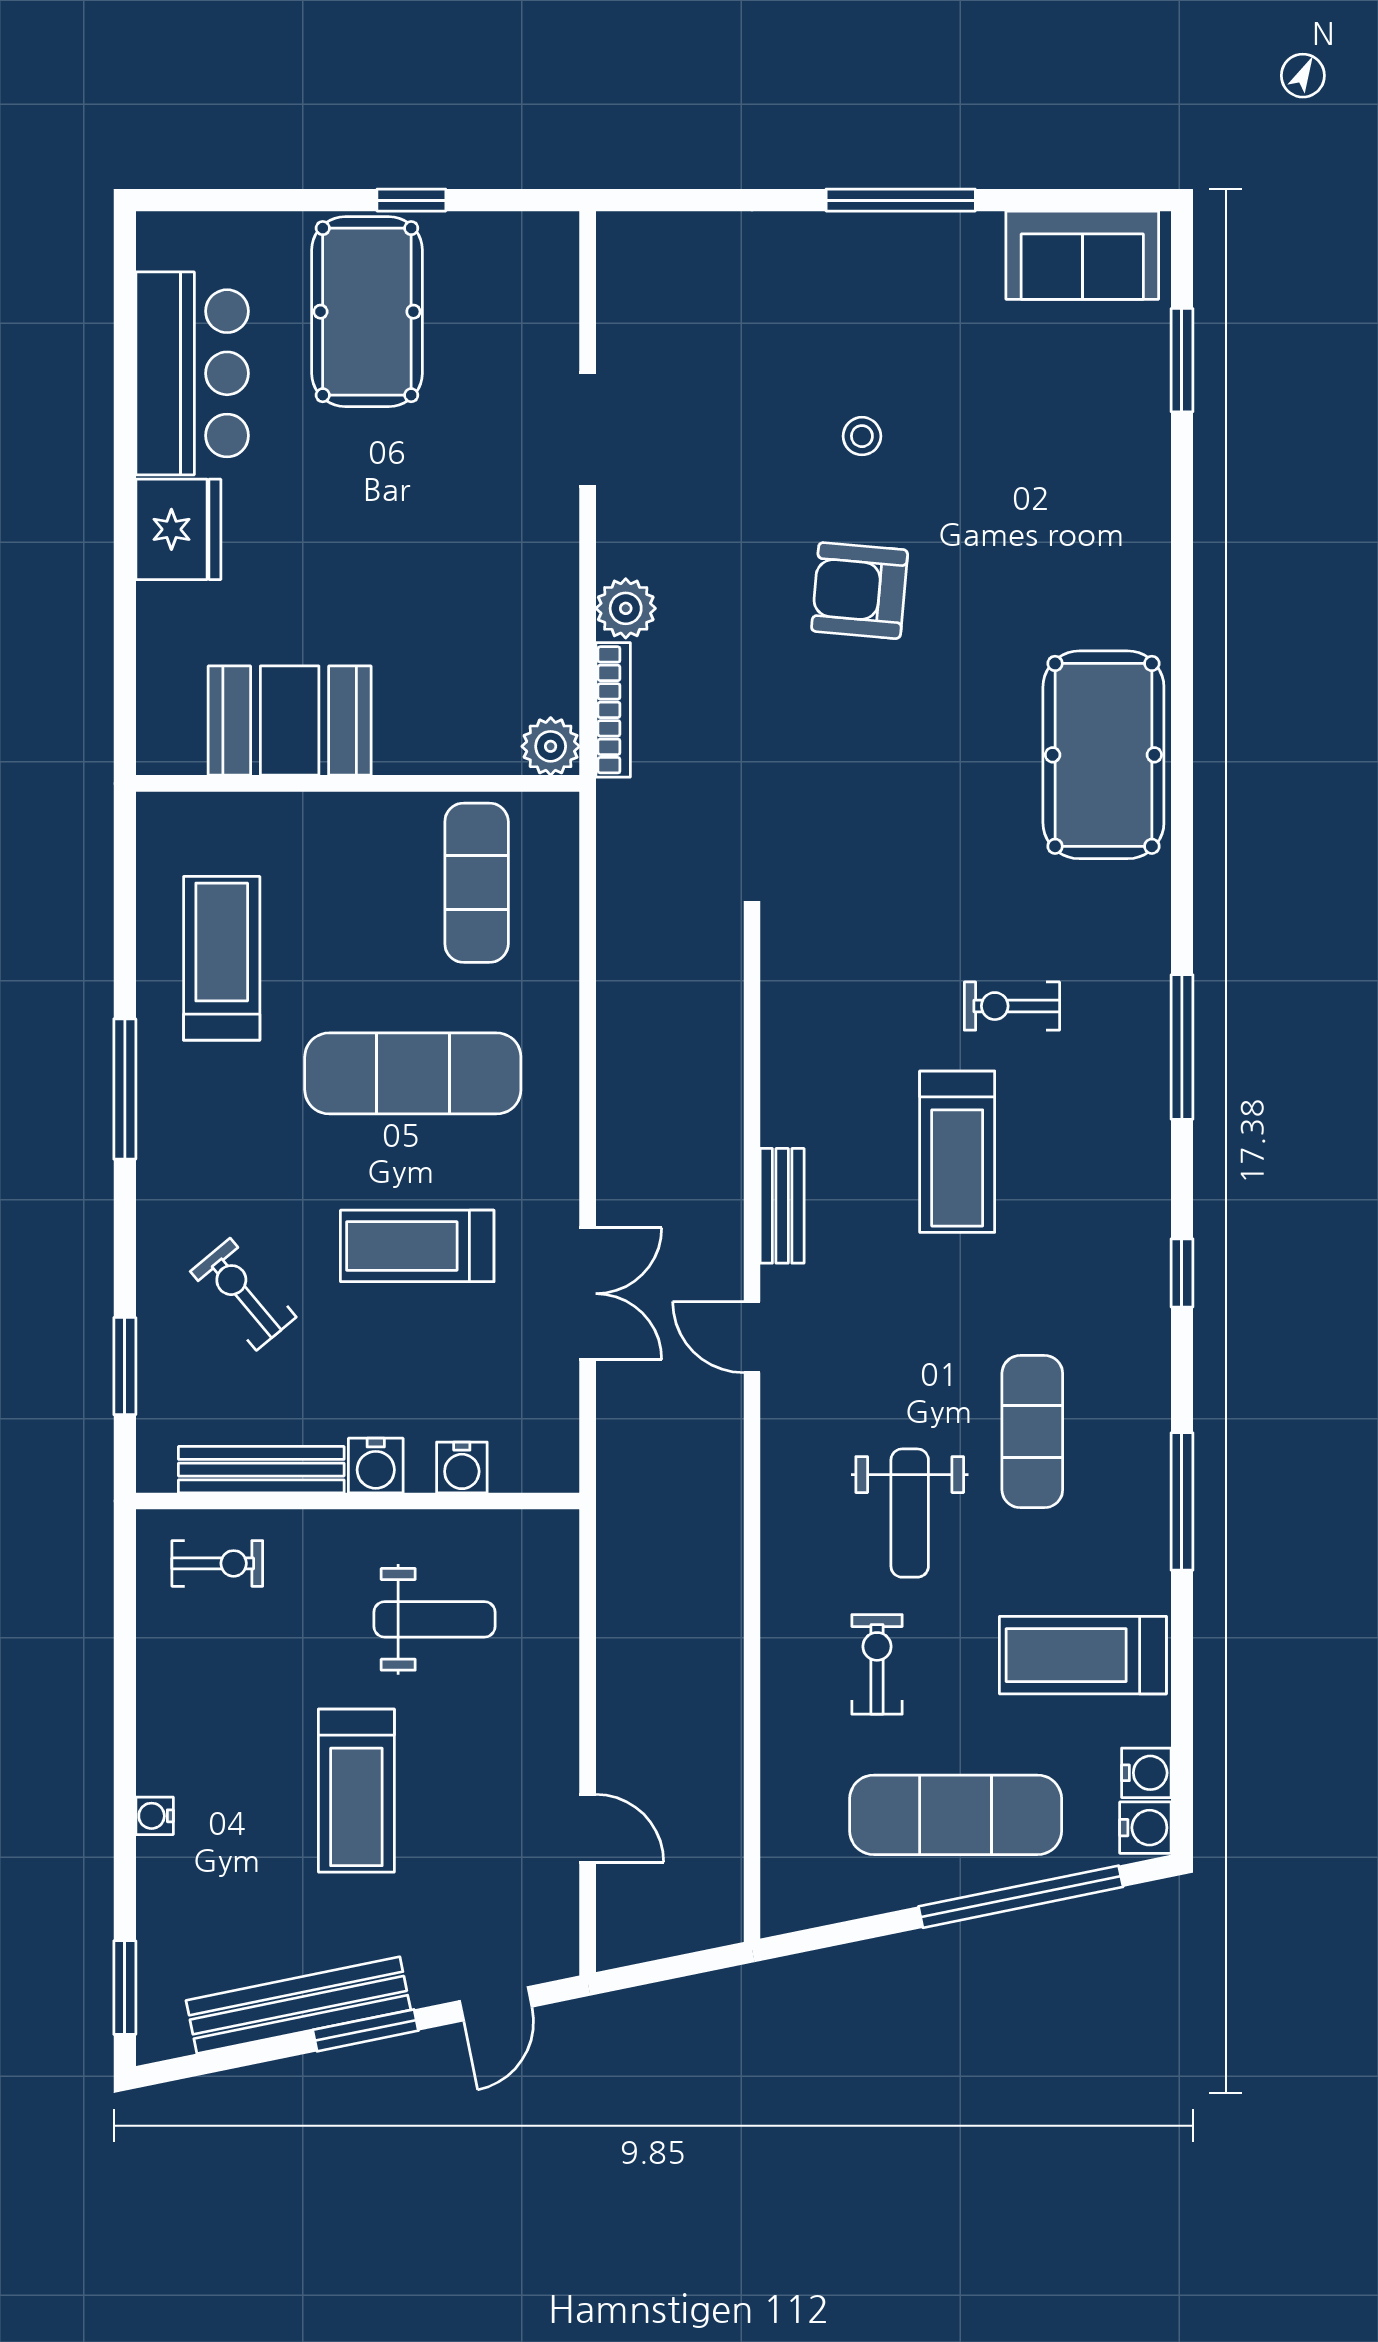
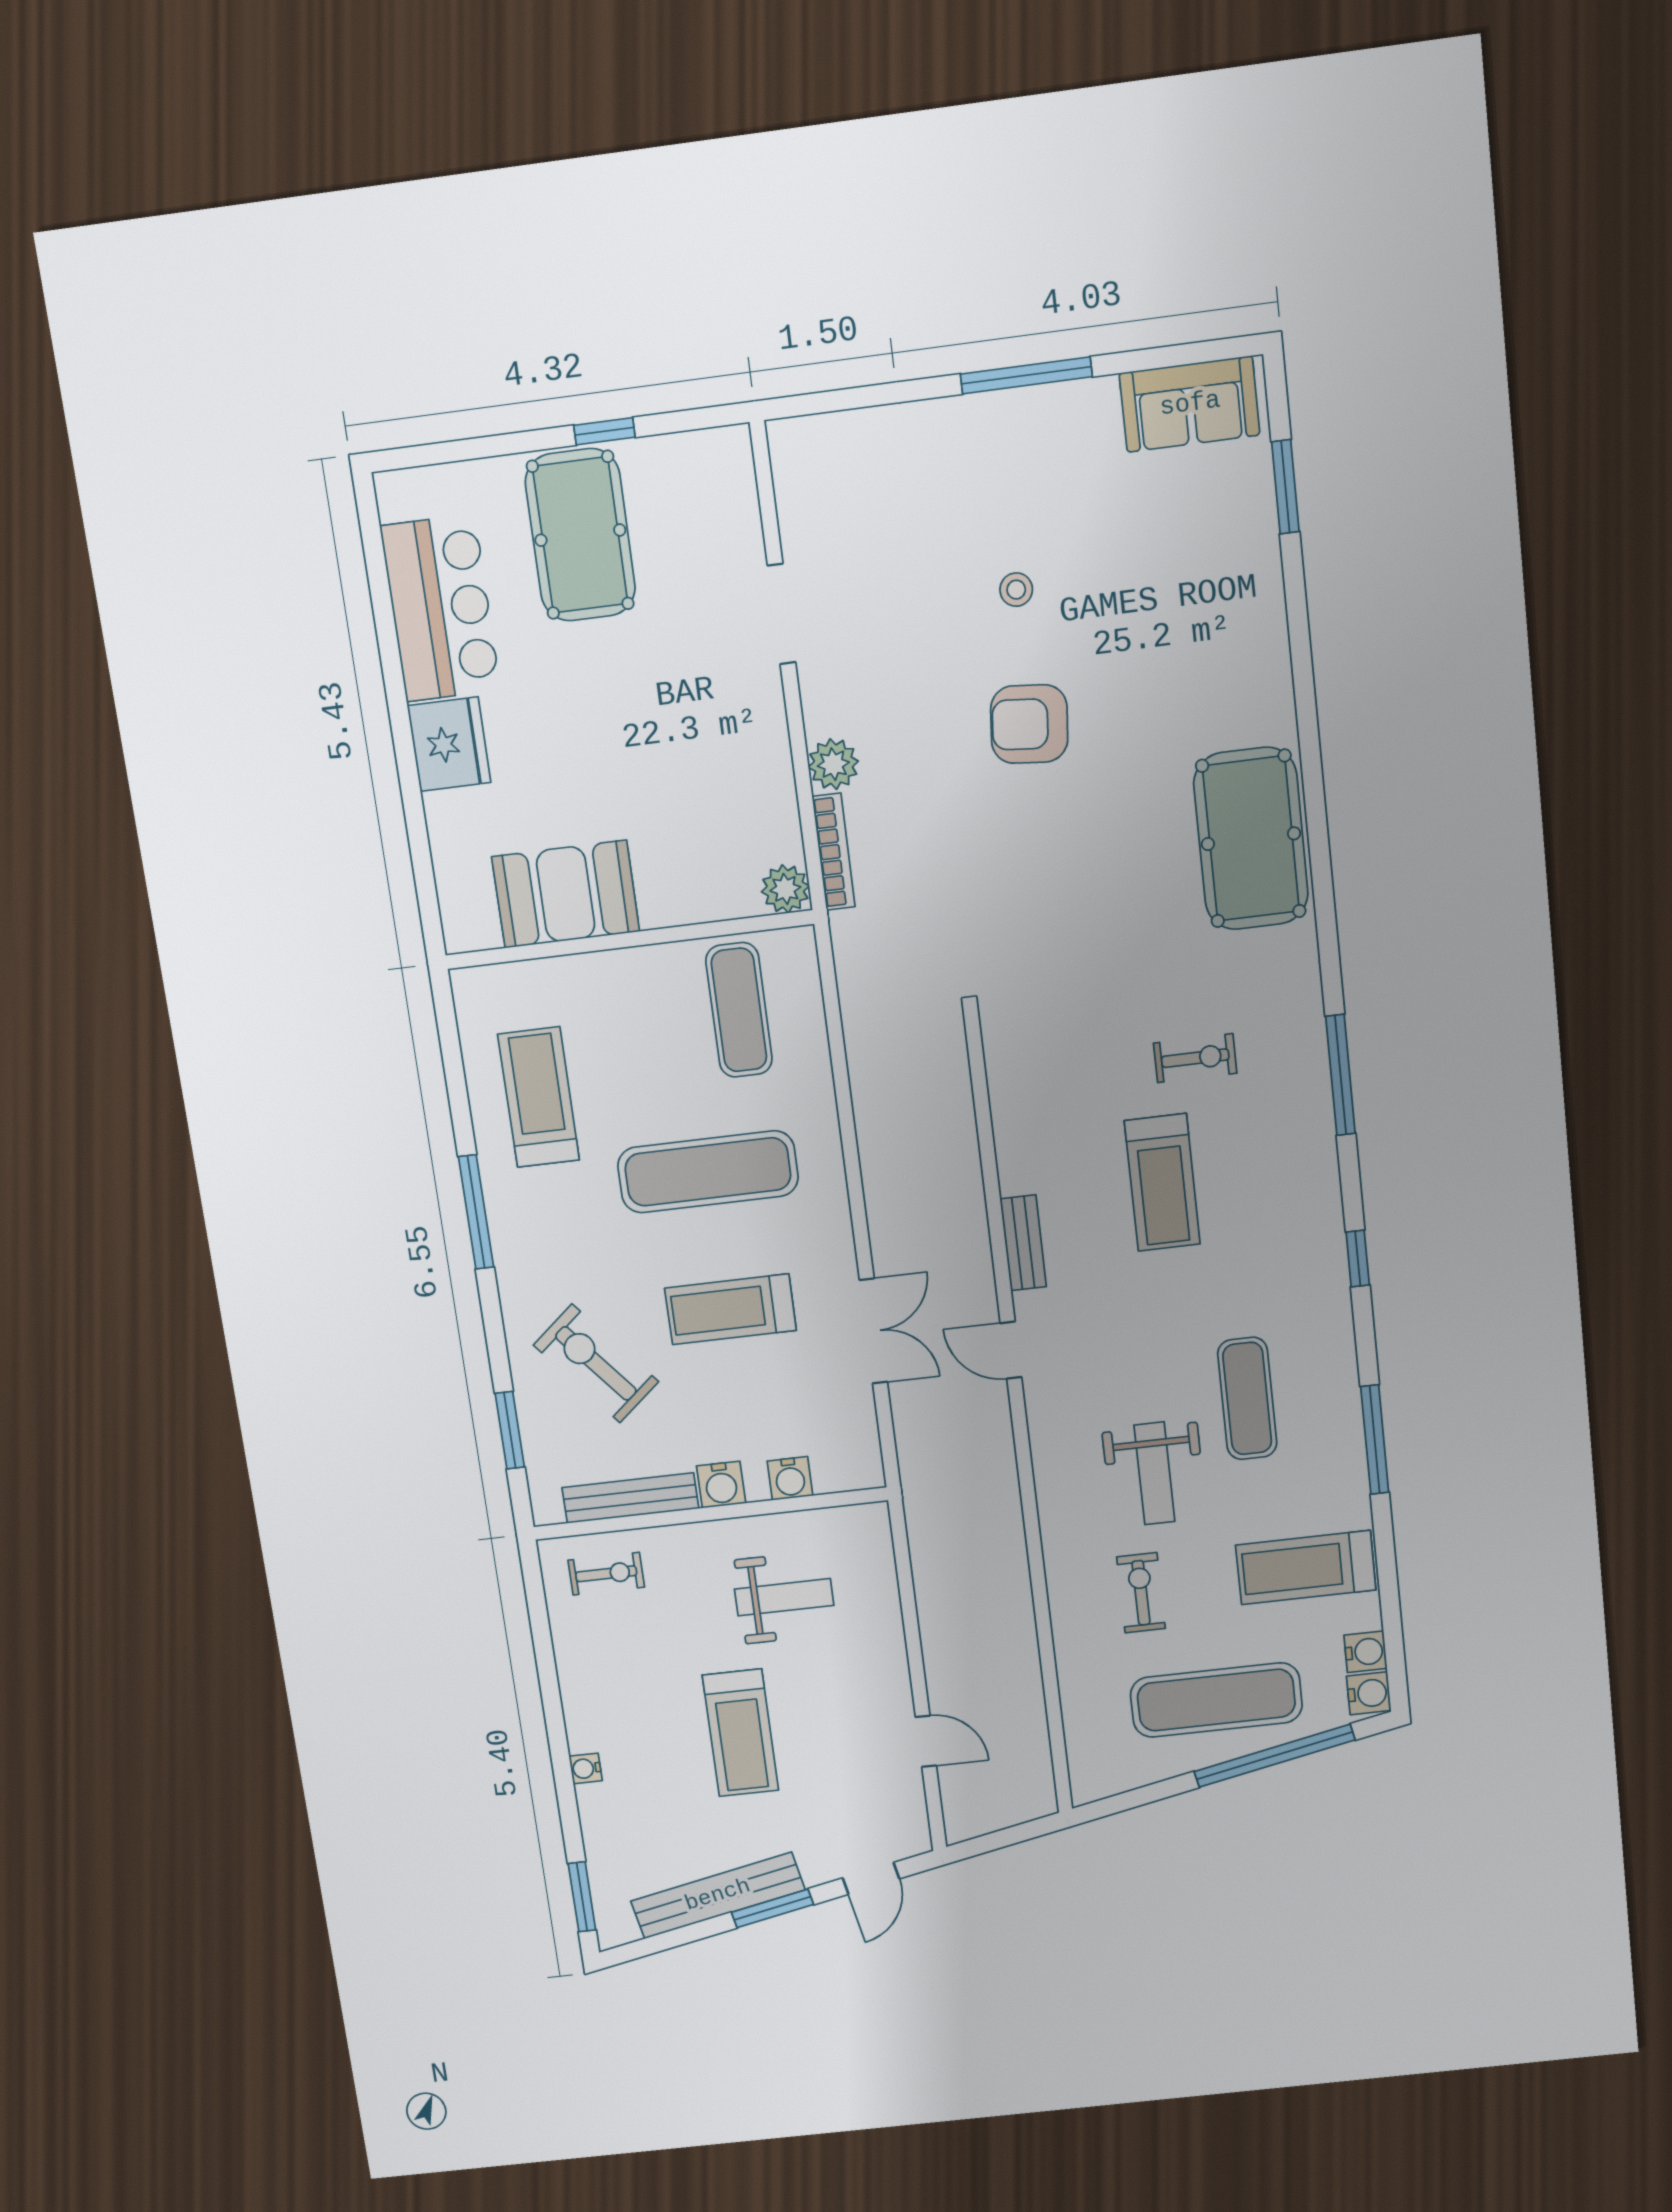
exercise bike: (1012, 1006) -> (1195, 1058), turned 180
exercise bike: (243, 1294) -> (596, 1363), width x1.38, depth x1.39

